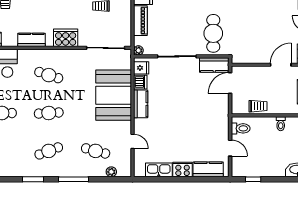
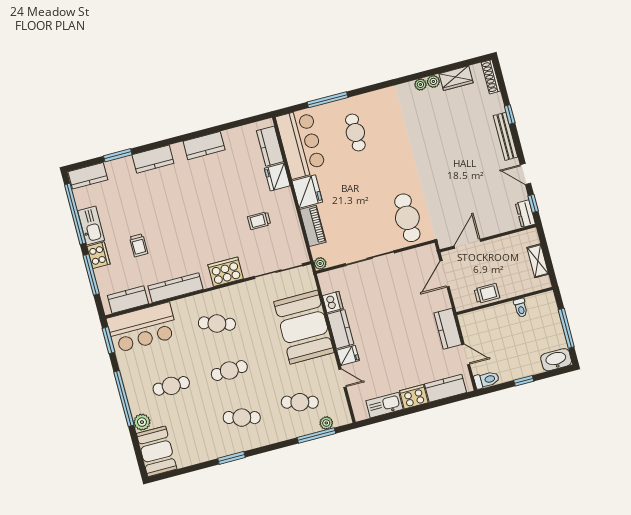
kitchen counter: (31, 40) -> (175, 288), width x1.50
kitchen counter: (214, 65) -> (448, 329), moved, turned 90
door: (281, 65) -> (467, 244), moved
fridge: (141, 68) -> (348, 355), moved
toilet: (241, 128) -> (487, 380), moved
cafe table: (49, 151) -> (242, 418), turned 36
window: (74, 179) -> (316, 436), moved
window: (253, 179) -> (524, 381), moved

